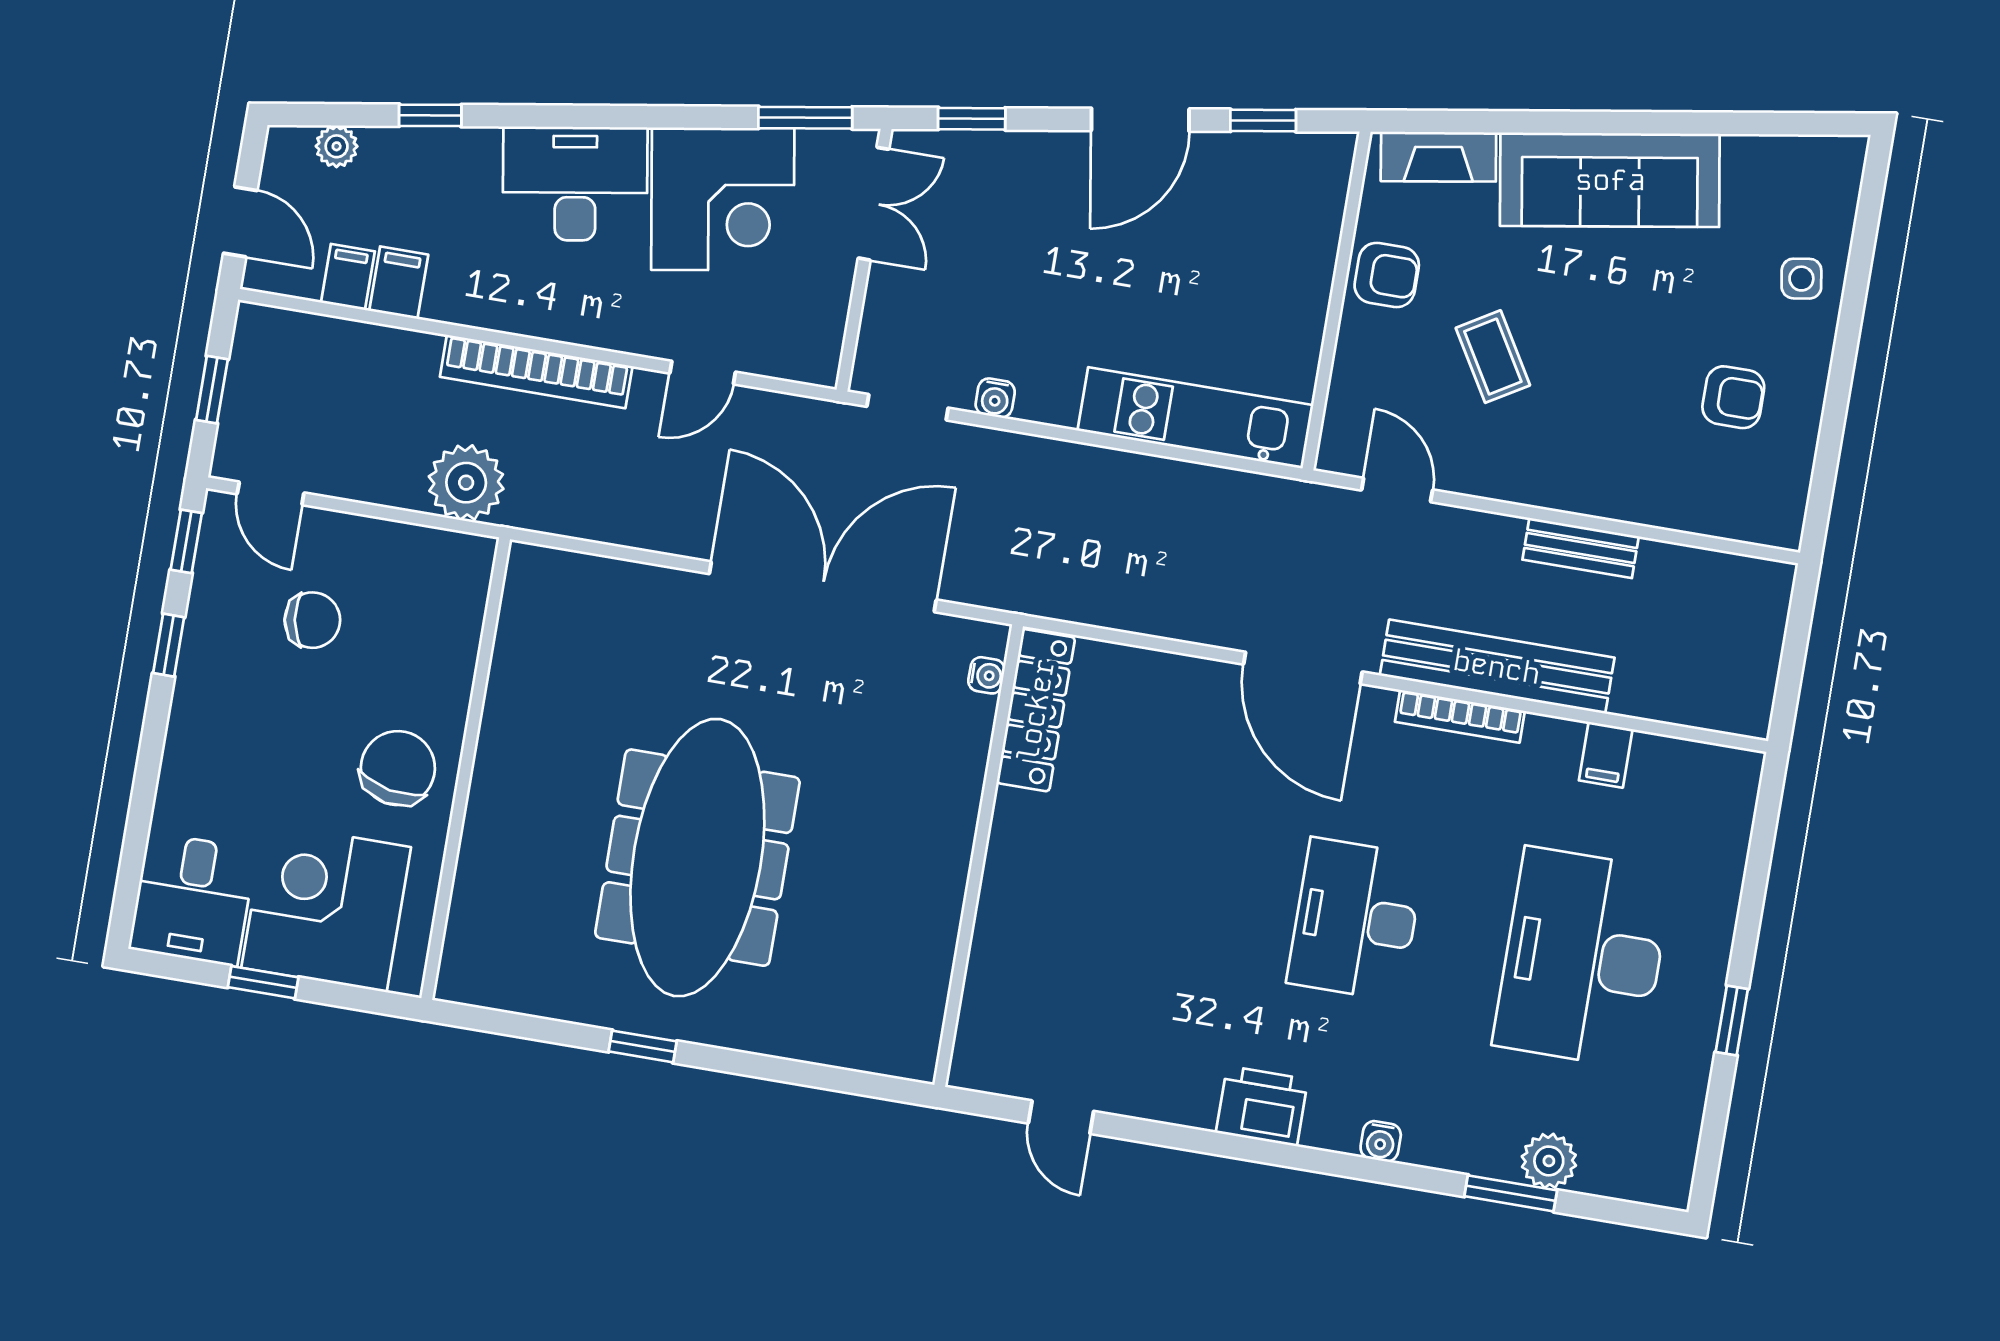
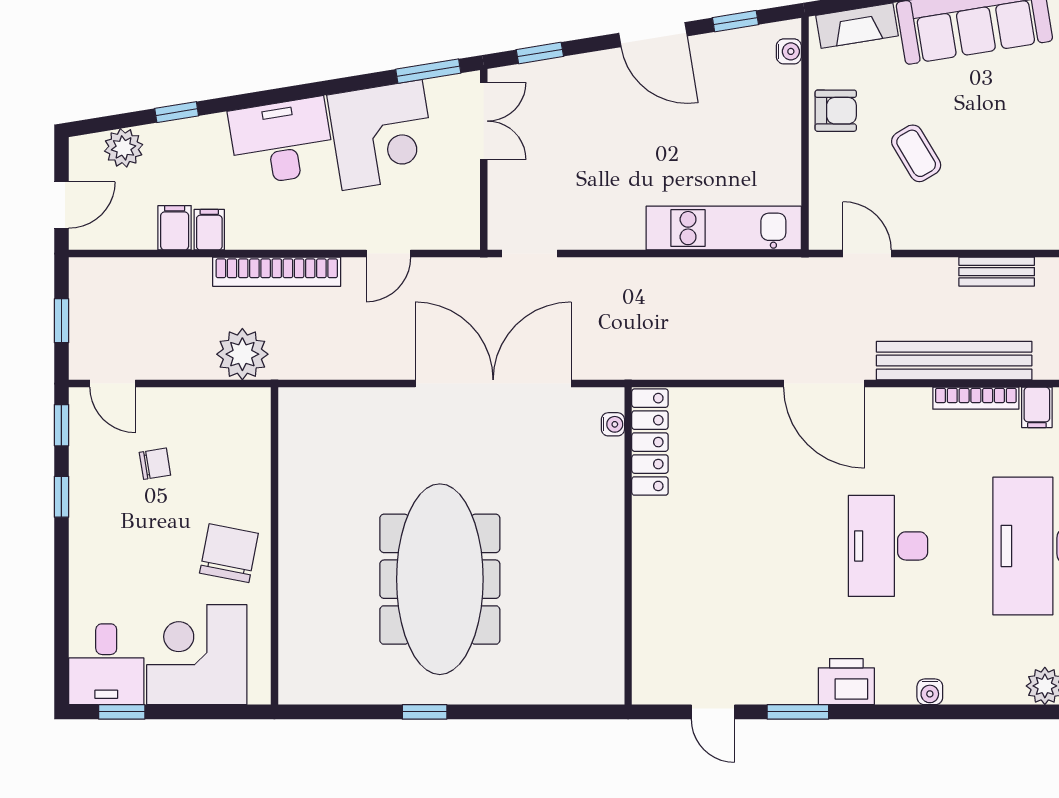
door: (1140, 120) -> (653, 35), hinge flipped
plant: (337, 146) -> (124, 148), width x1.38, depth x1.38
door: (240, 222) -> (61, 205), hinge flipped
filing cabinet: (348, 277) -> (209, 230), moved
water cooler: (995, 398) -> (789, 51), moved, turned -90
chair: (312, 620) -> (155, 464), width x0.73, depth x0.73
bookcase: (1460, 716) -> (976, 398), moved
window: (263, 982) -> (122, 712), moved
window: (1511, 1193) -> (798, 712), moved

